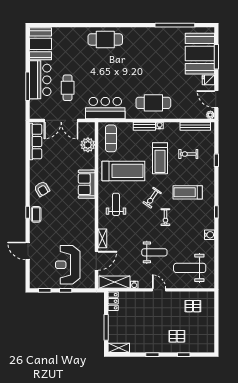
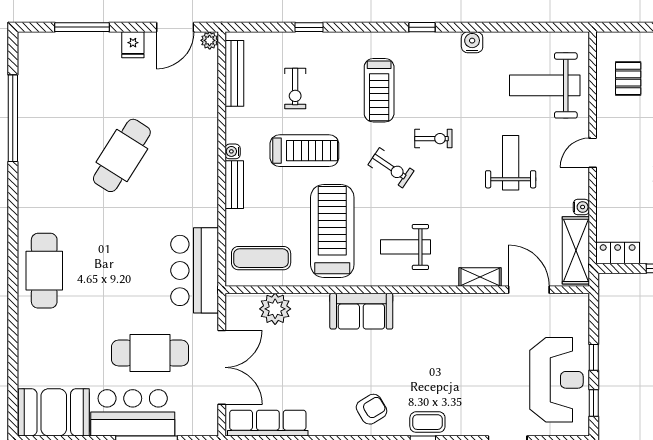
booth: (200, 54) -> (75, 63), removed
cafe table: (68, 88) -> (150, 353), width x1.37, depth x1.35
cafe table: (153, 103) -> (122, 155), moved, turned 32
reception desk: (68, 265) -> (556, 380), moved, turned -90
weight bench: (190, 268) -> (545, 85), turned 90

